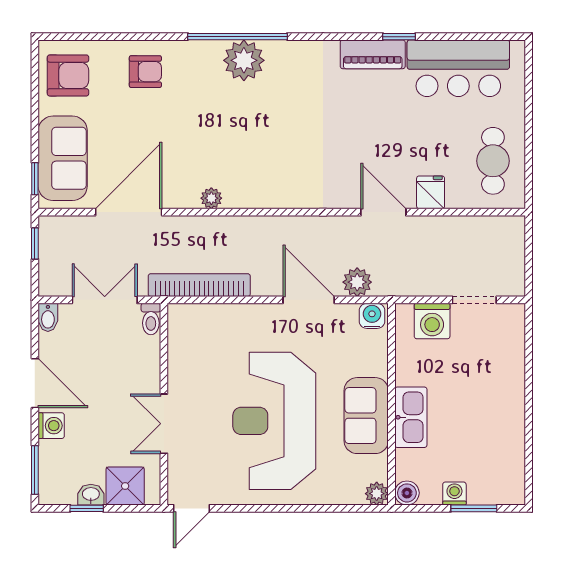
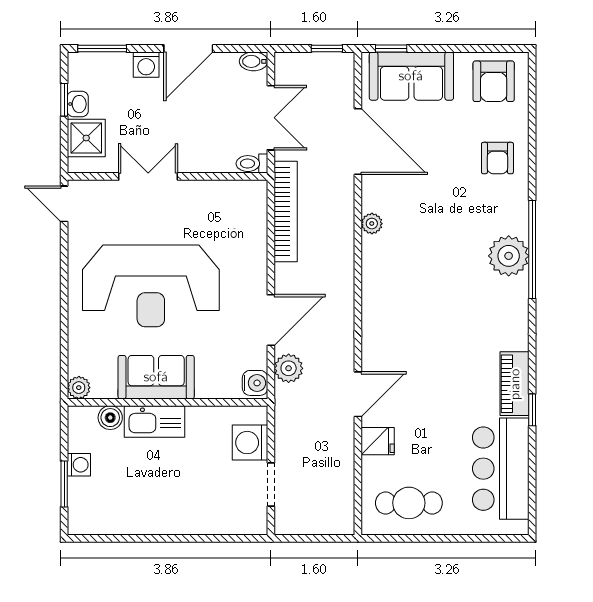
reception desk: (274, 421) -> (151, 286), turned 180
boiler: (407, 493) -> (110, 418), moved

